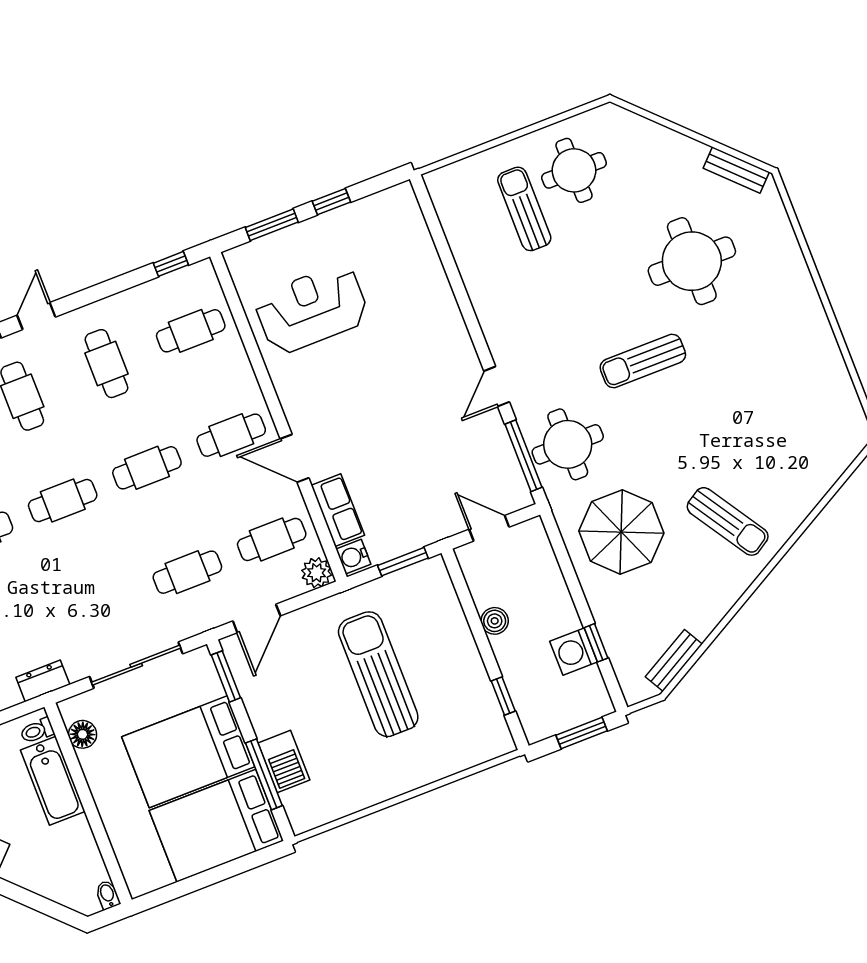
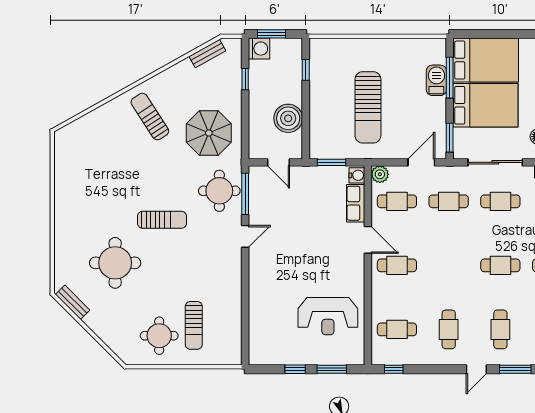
cafe table: (147, 468) -> (500, 201), moved
boiler: (495, 621) -> (288, 118), width x1.86, depth x1.86
washing machine: (574, 652) -> (259, 49), moved

